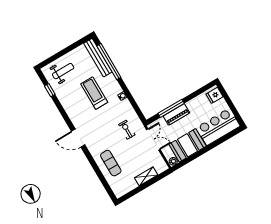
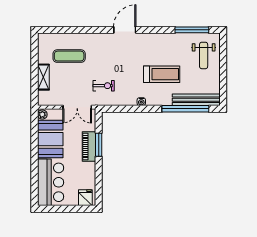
window: (50, 90) -> (192, 30), width x2.17
window: (171, 108) -> (99, 145), width x0.69
exercise mat: (111, 163) -> (69, 56), moved

